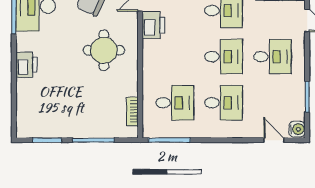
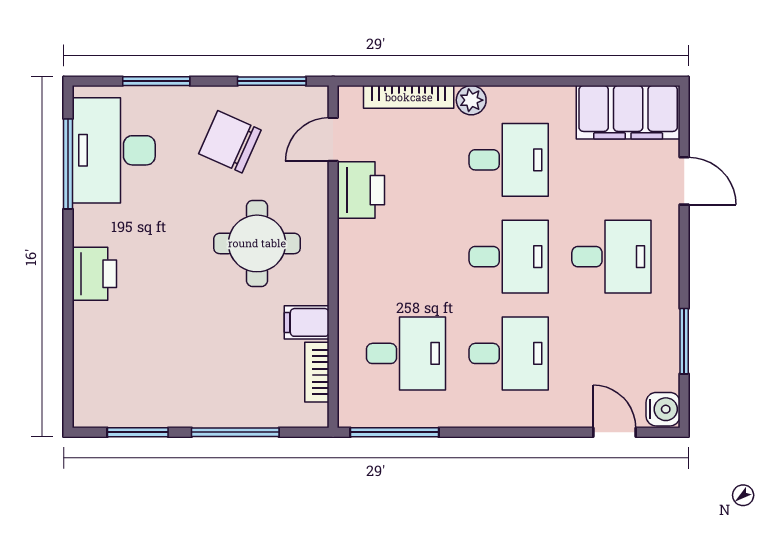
filing cabinet: (127, 88) -> (307, 322), added

